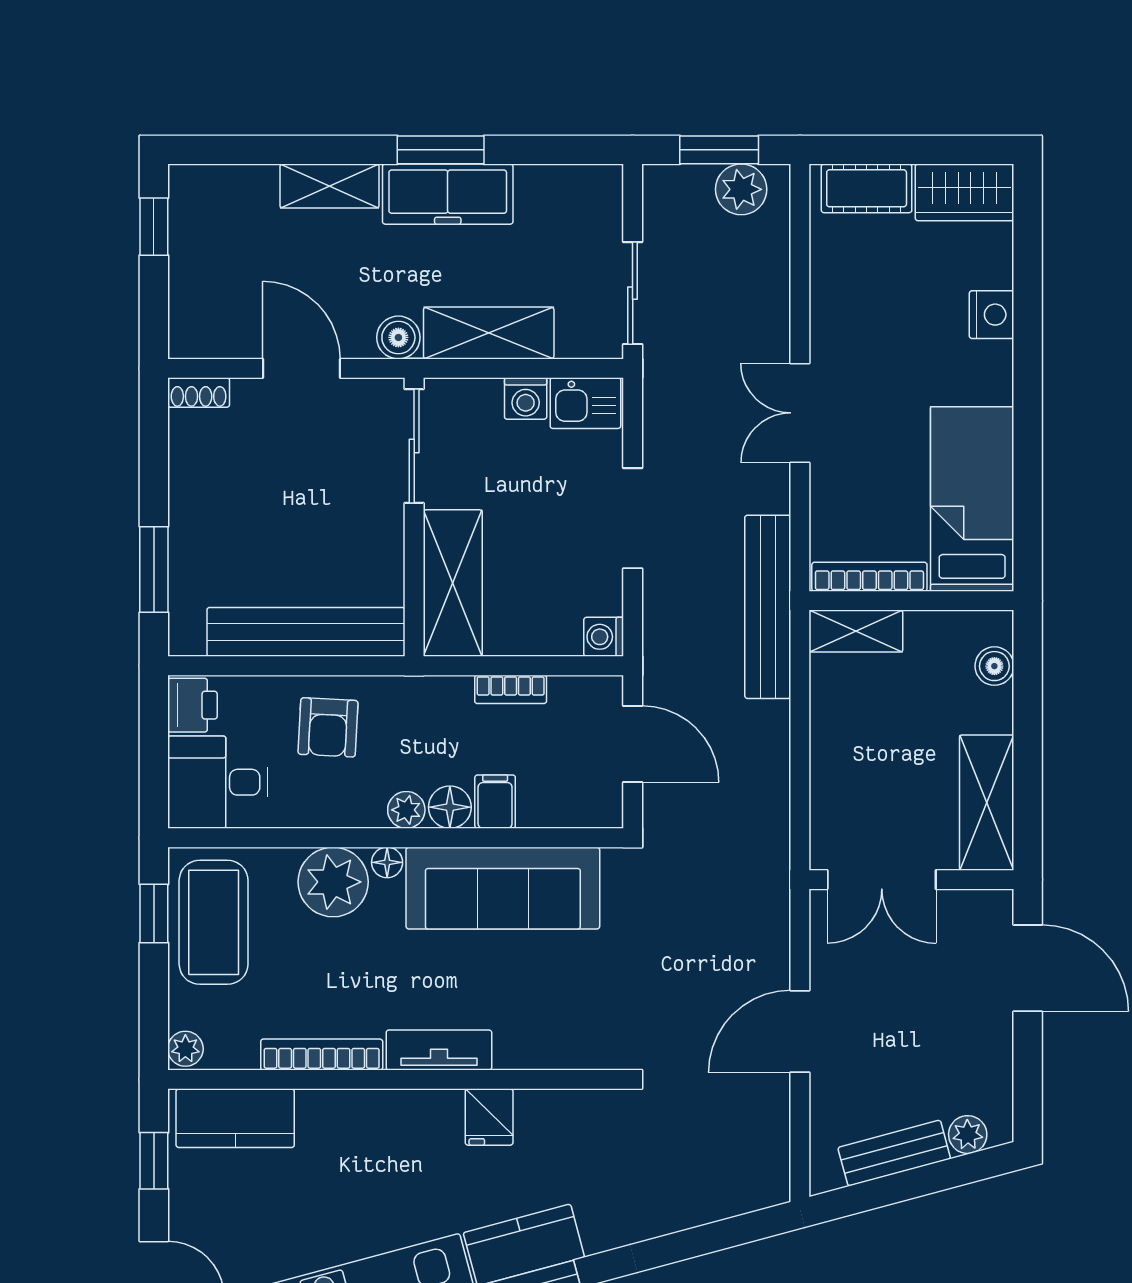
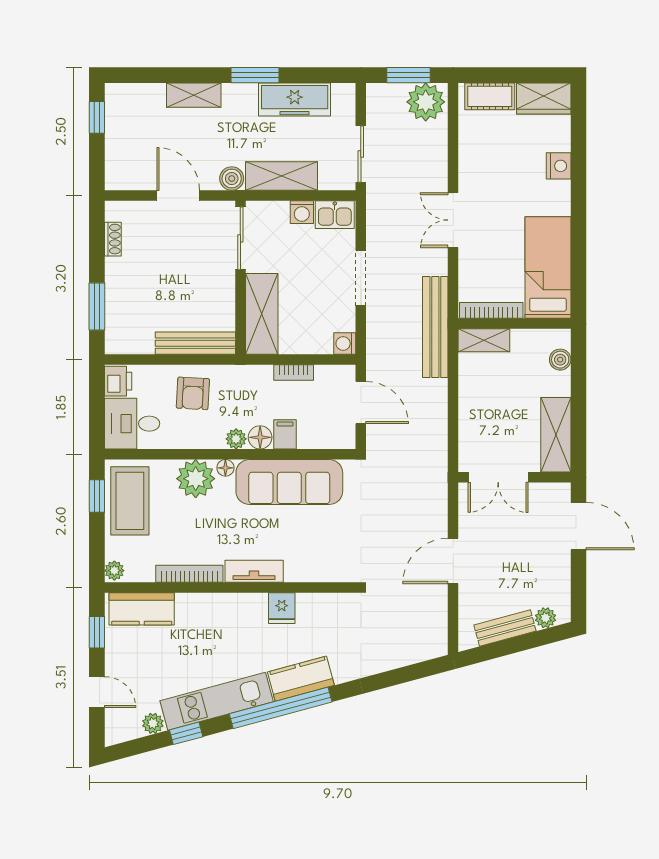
plant: (741, 189) -> (426, 102), width x1.36, depth x1.36
freezer: (448, 194) -> (295, 99), moved
shoe rack: (199, 393) -> (113, 239), moved, turned -90
bench: (306, 632) -> (195, 343), width x0.73, depth x0.82

